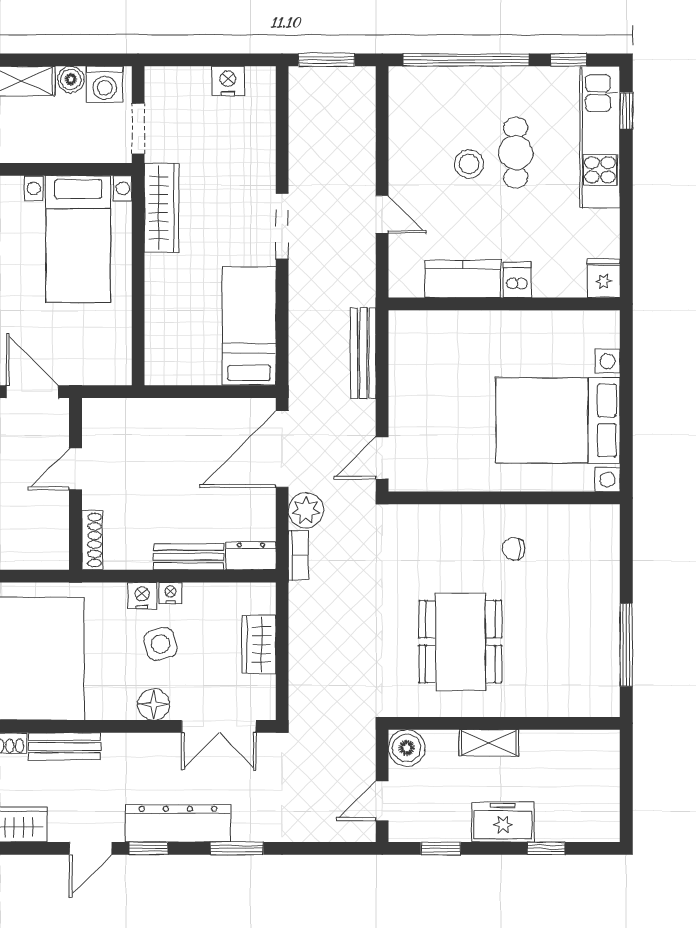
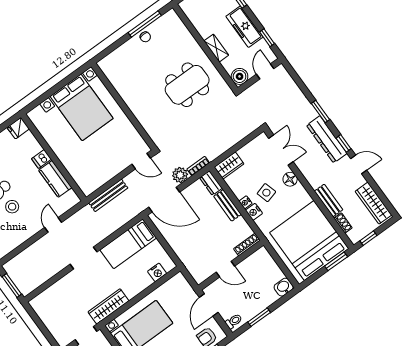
nightstand: (228, 81) -> (157, 272), moved, turned -90
chair: (514, 549) -> (145, 37), moved
wardrobe: (259, 645) -> (229, 165), moved
door: (382, 801) -> (265, 71), swing flipped
freezer: (503, 822) -> (244, 27), width x1.40

